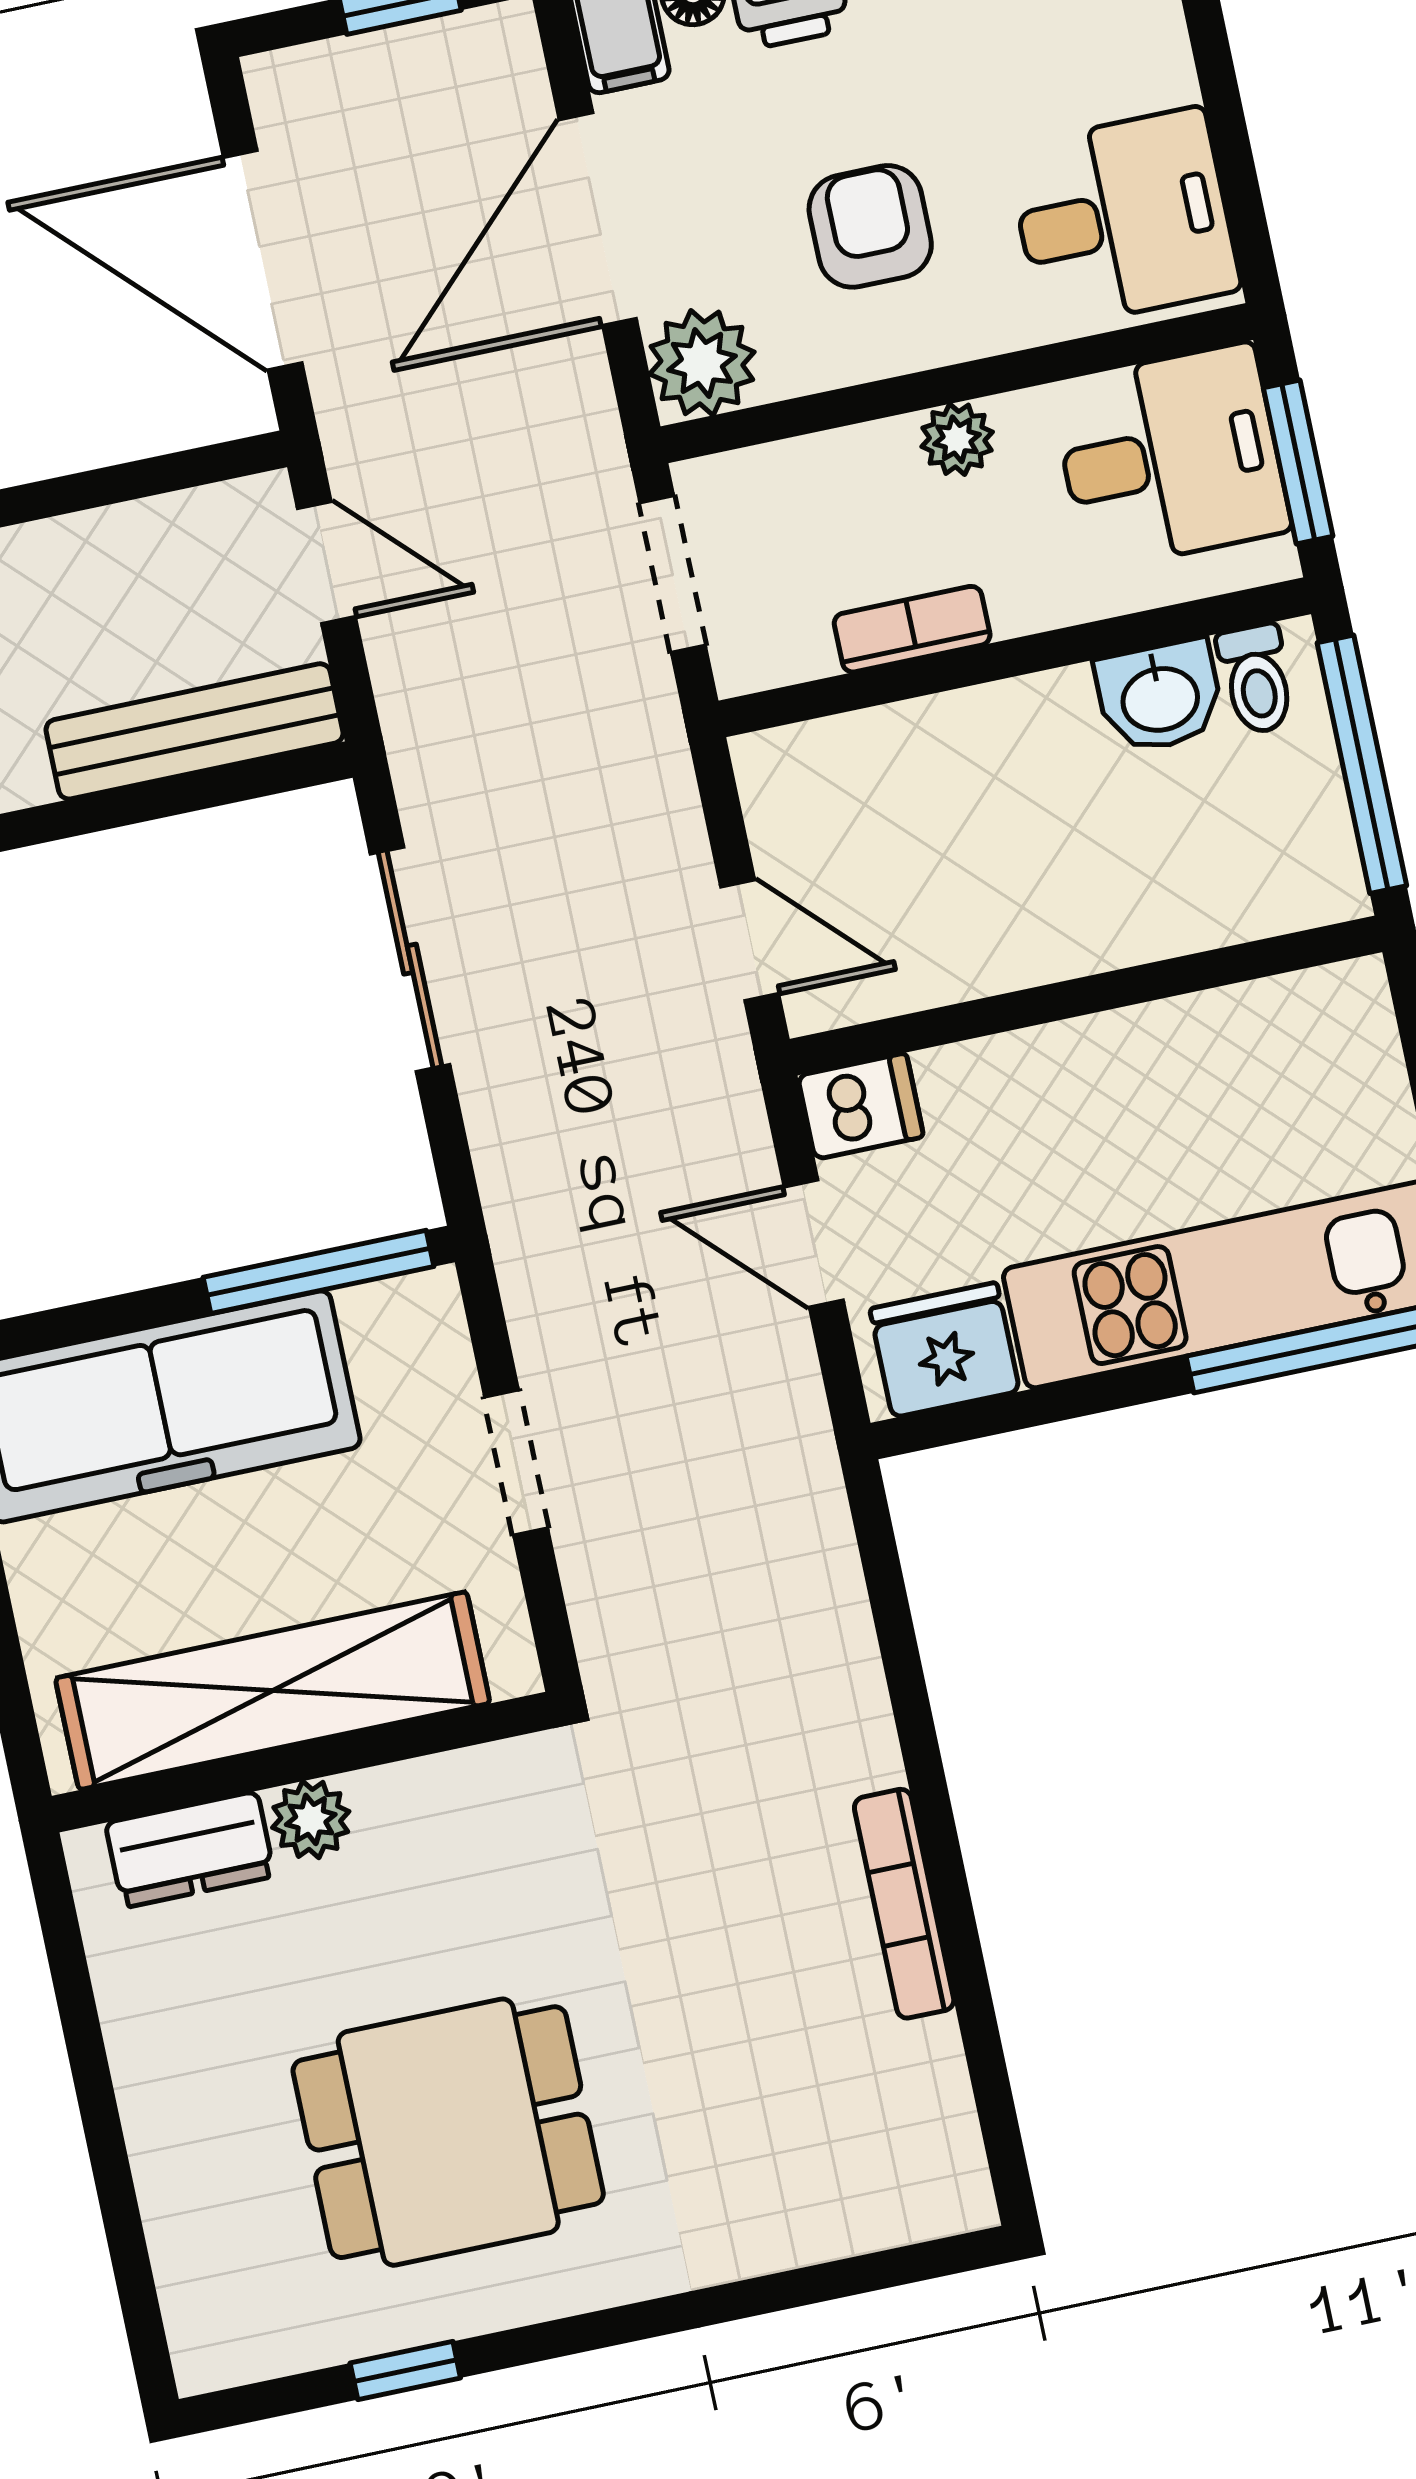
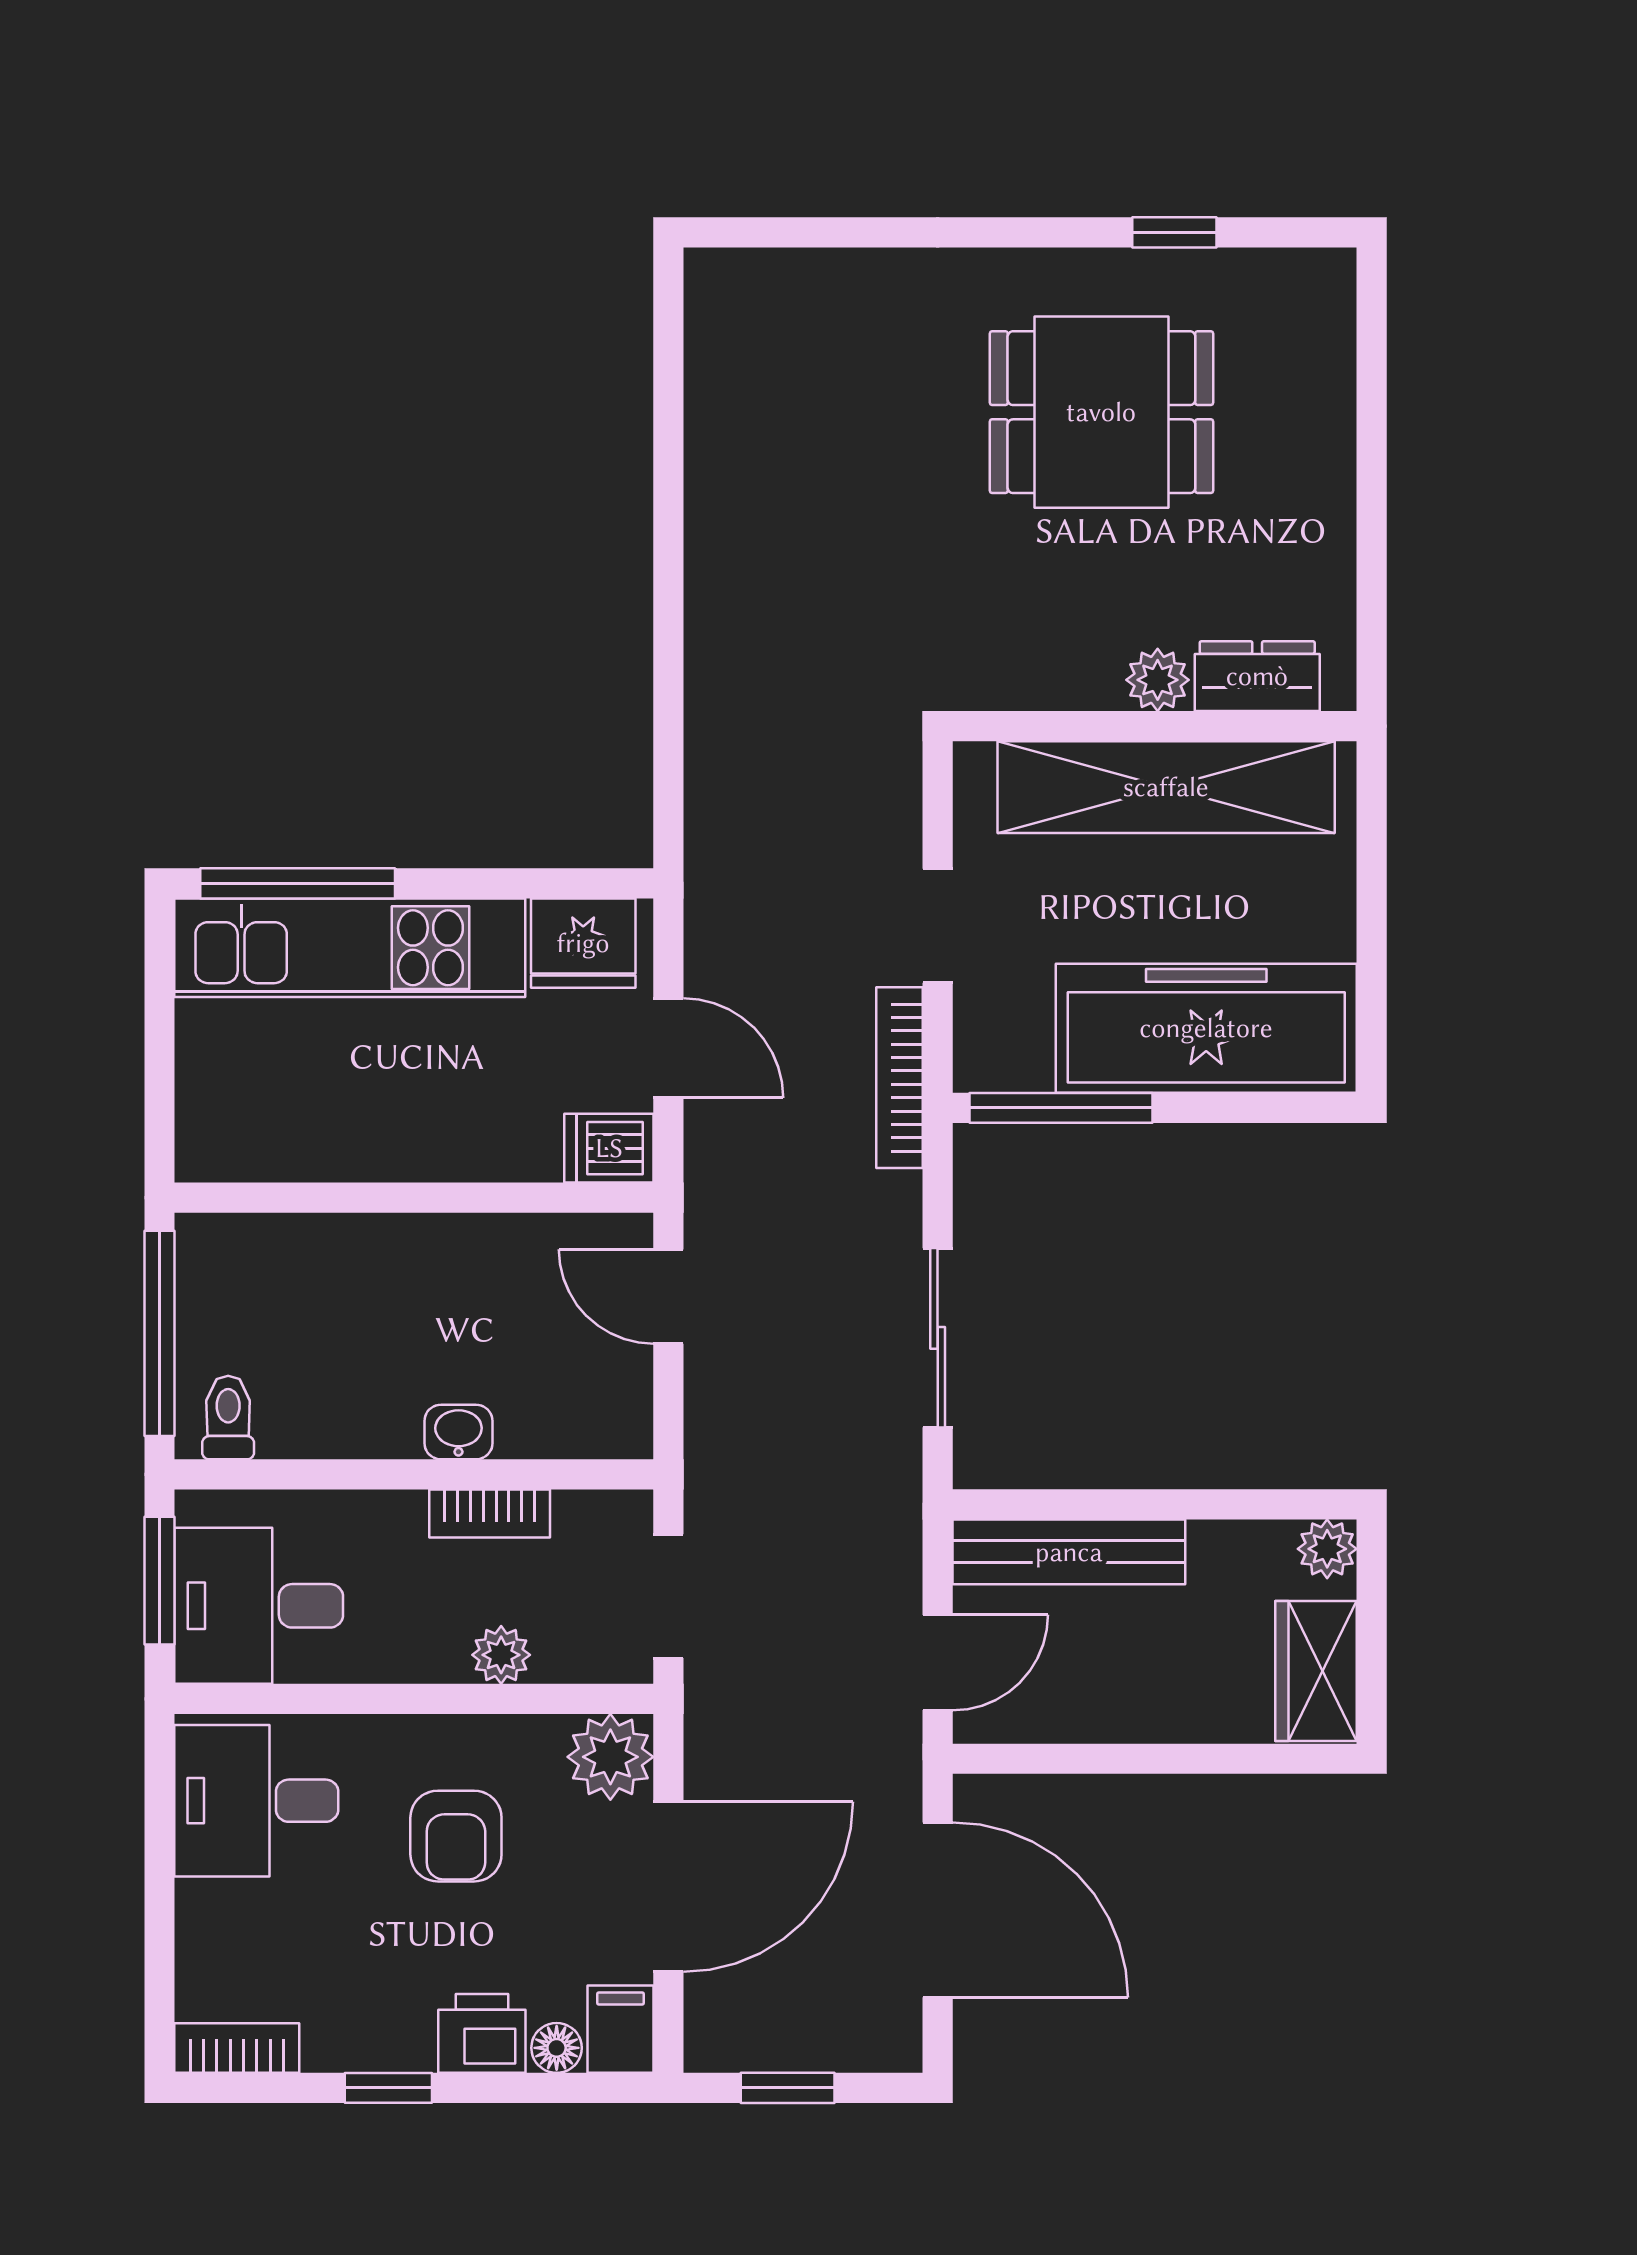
plant: (957, 439) -> (501, 1655), moved
door: (326, 562) -> (938, 1663), swing flipped
washbasin: (1160, 697) -> (458, 1432), moved, width x0.72, depth x0.69
bookcase: (904, 1904) -> (900, 1078), moved, turned 180

